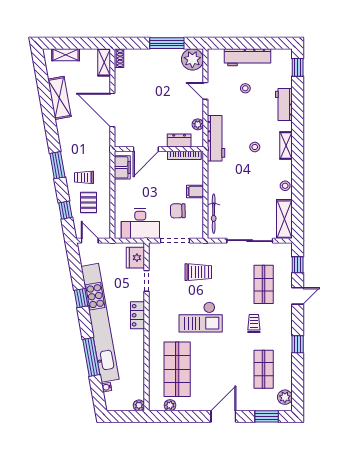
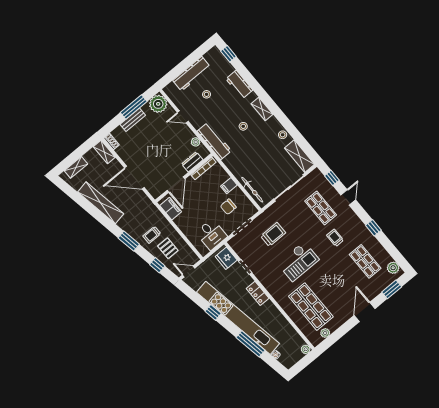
bench: (156, 54) -> (133, 120), added
shelving: (59, 98) -> (101, 203), width x1.47
desk: (140, 224) -> (211, 234), width x0.73

